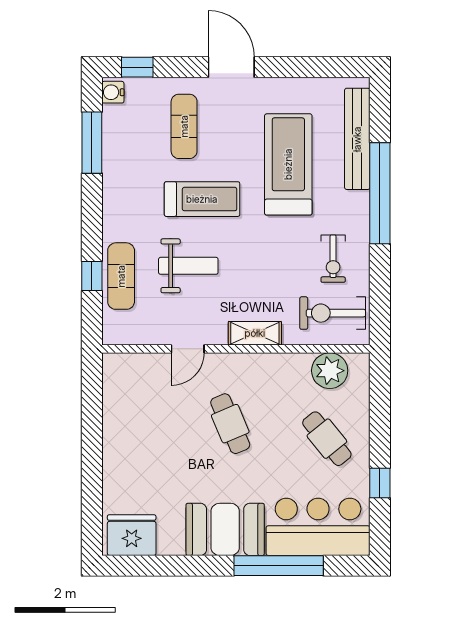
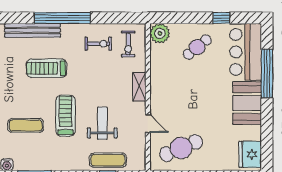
treadmill: (288, 164) -> (47, 68), width x0.73, depth x0.73
exercise bike: (333, 313) -> (128, 44), width x0.73, depth x0.72
plant: (330, 371) -> (160, 33), moved
cafe table: (230, 424) -> (181, 148), moved, width x1.37, depth x1.35

